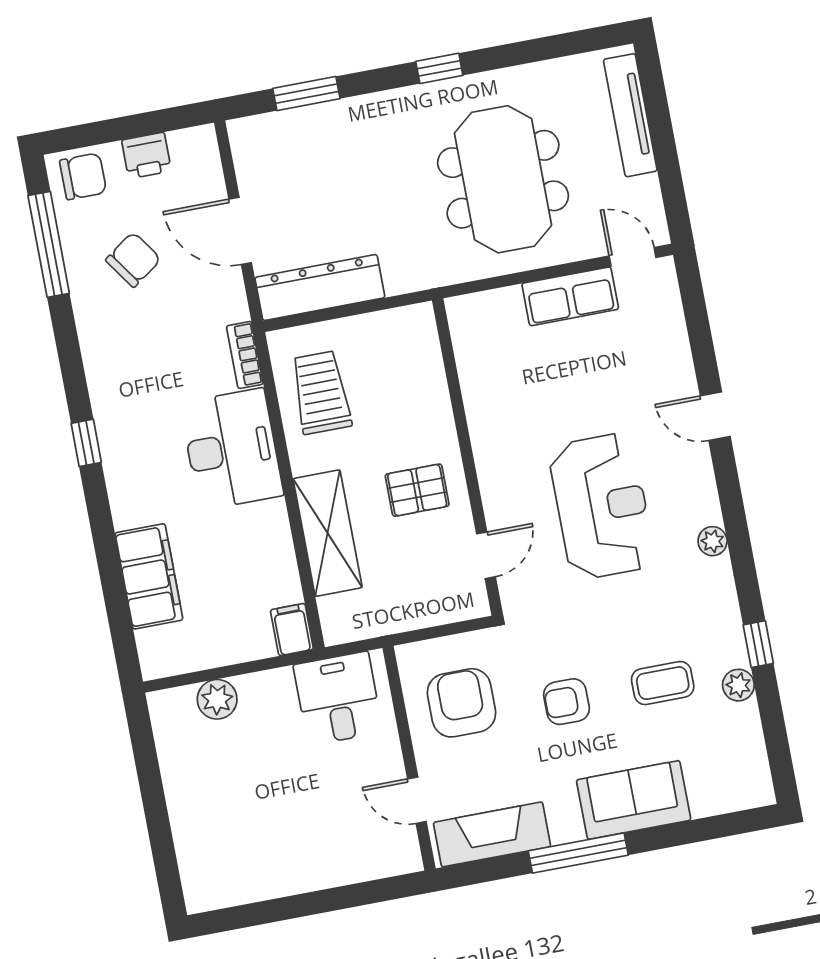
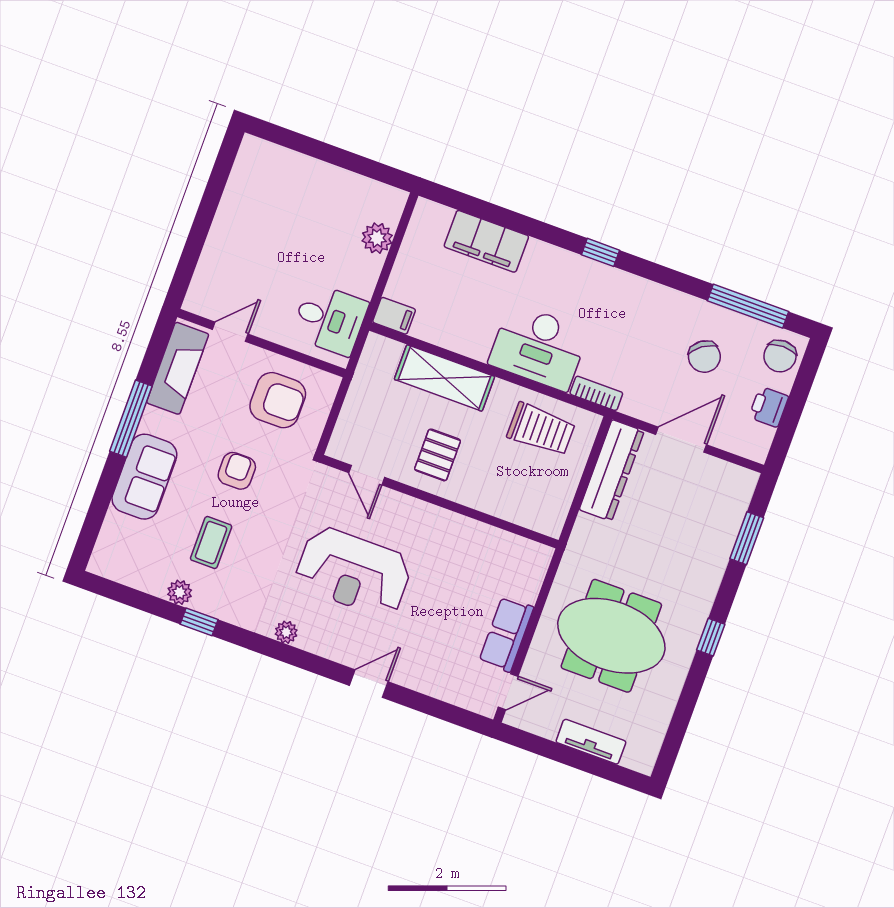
tv unit: (630, 115) -> (591, 742), width x0.71

